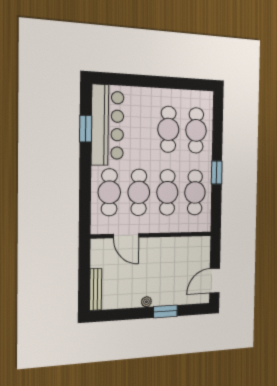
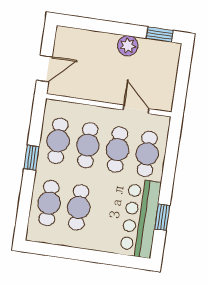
door: (215, 281) -> (44, 68), moved
bench: (96, 289) -> (173, 63), removed
plant: (146, 302) -> (128, 46), width x1.88, depth x1.88
window: (165, 311) -> (160, 34), moved

